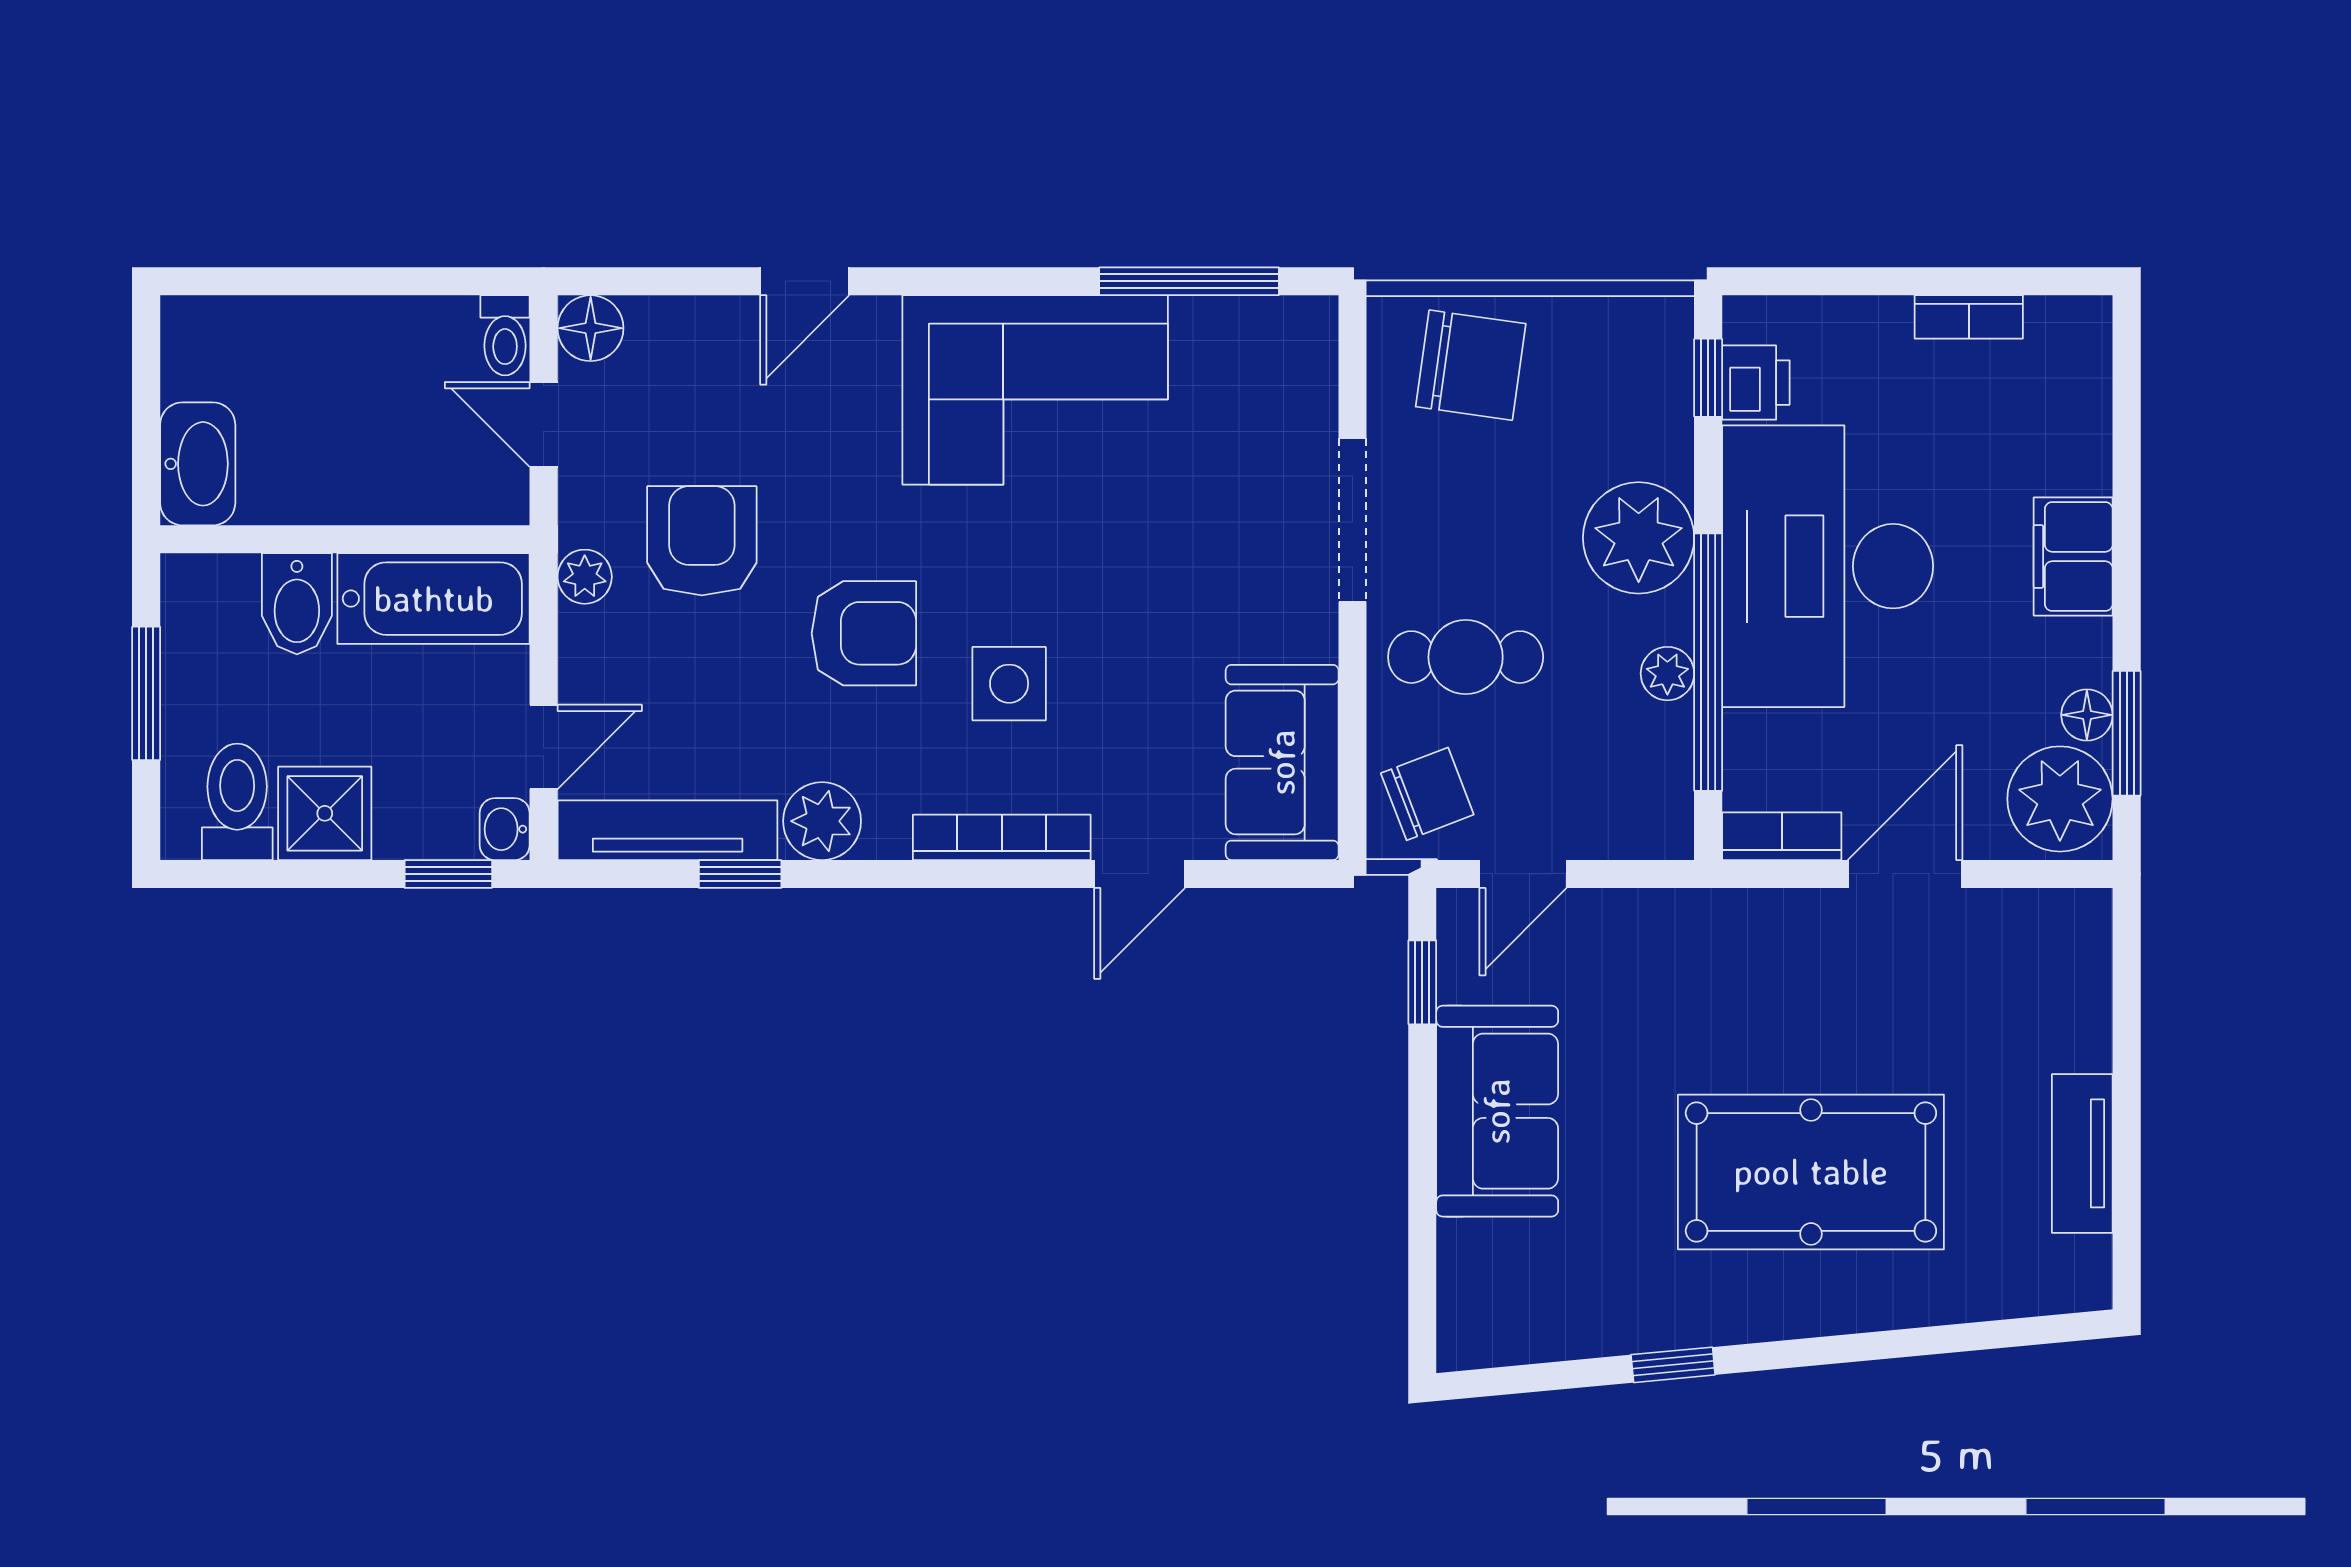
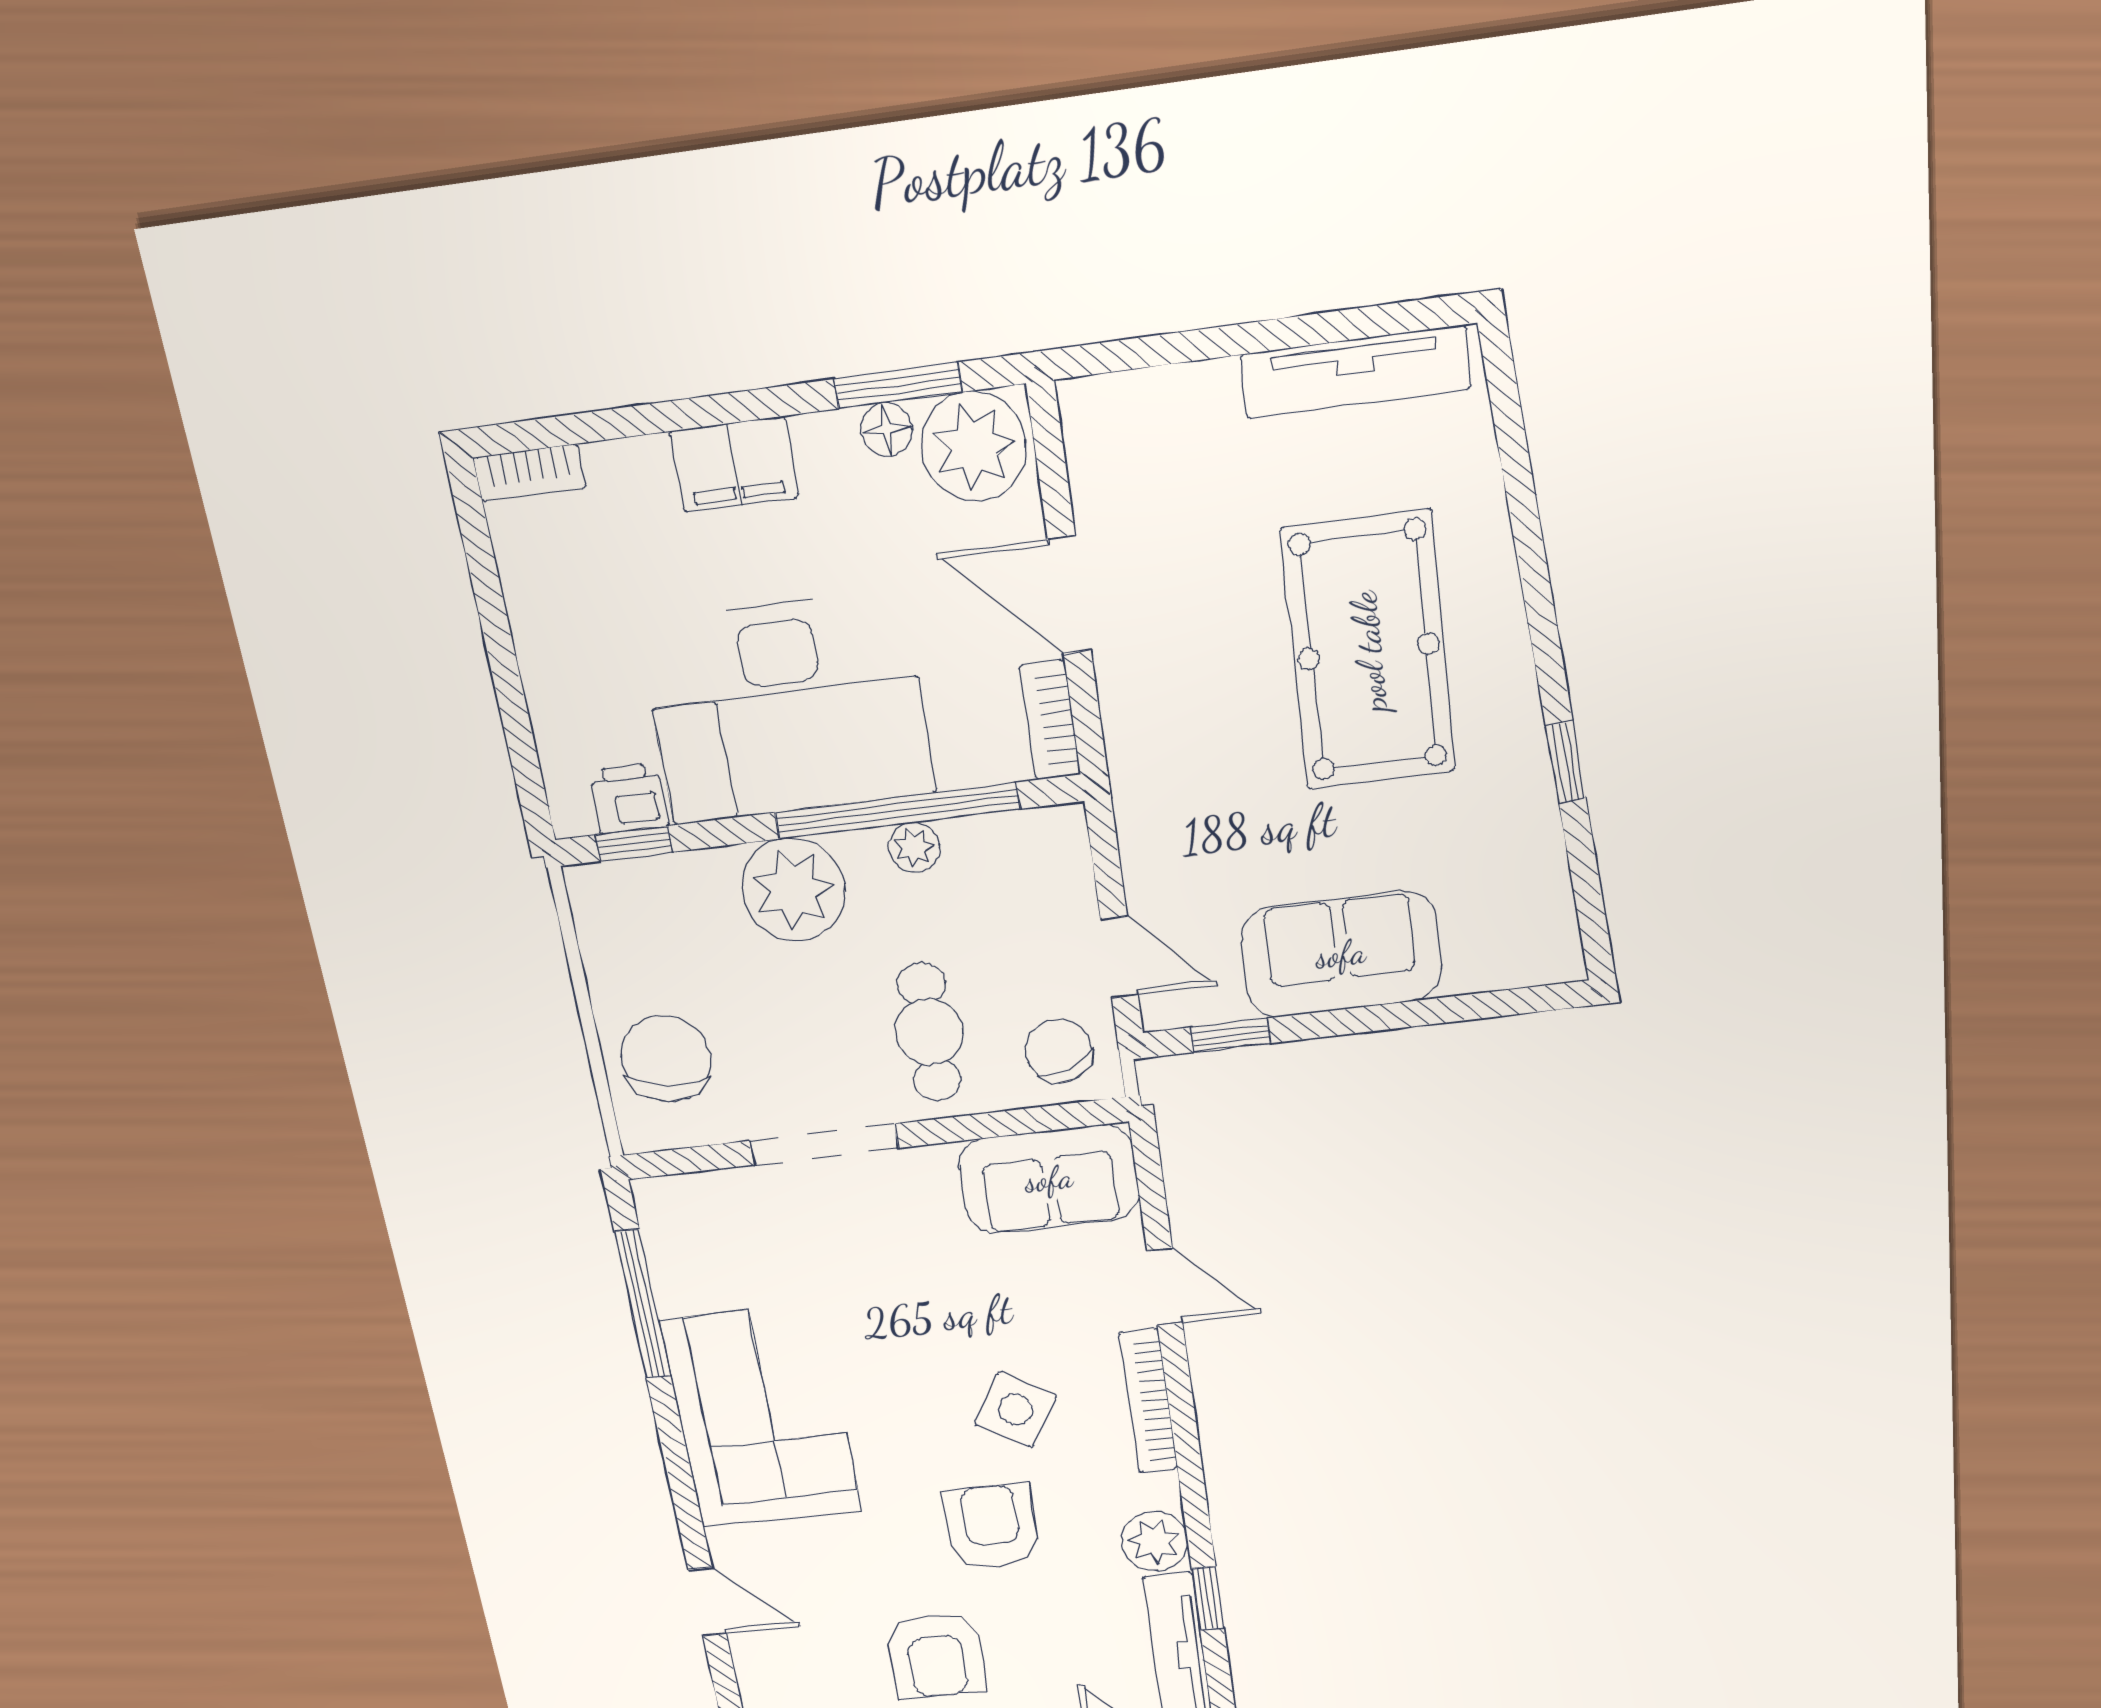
bookcase: (1969, 317) -> (530, 473), moved, turned 90
armchair: (702, 541) -> (936, 1655), turned -90
side table: (1009, 684) -> (1016, 1410), turned 32
tv unit: (2082, 1153) -> (1355, 372), width x1.41

